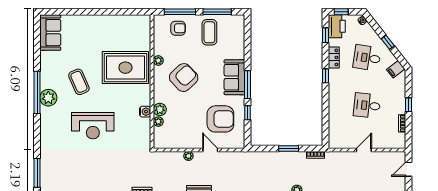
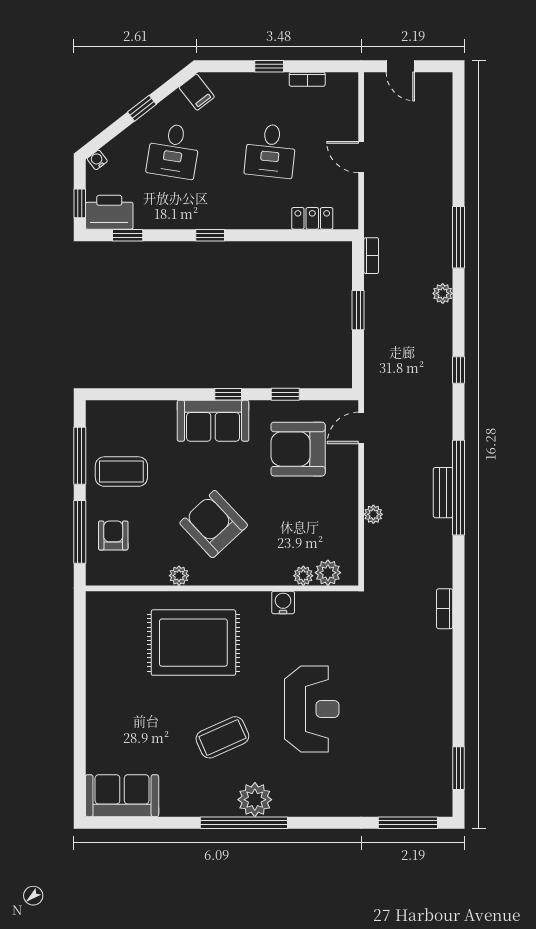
locker: (334, 57) -> (312, 218), moved
rug: (125, 68) -> (193, 643), turned 90
window: (247, 85) -> (228, 394), width x0.46
plant: (160, 109) -> (328, 573), moved
armchair: (220, 119) -> (298, 449), turned -90
door: (210, 150) -> (361, 428), moved

